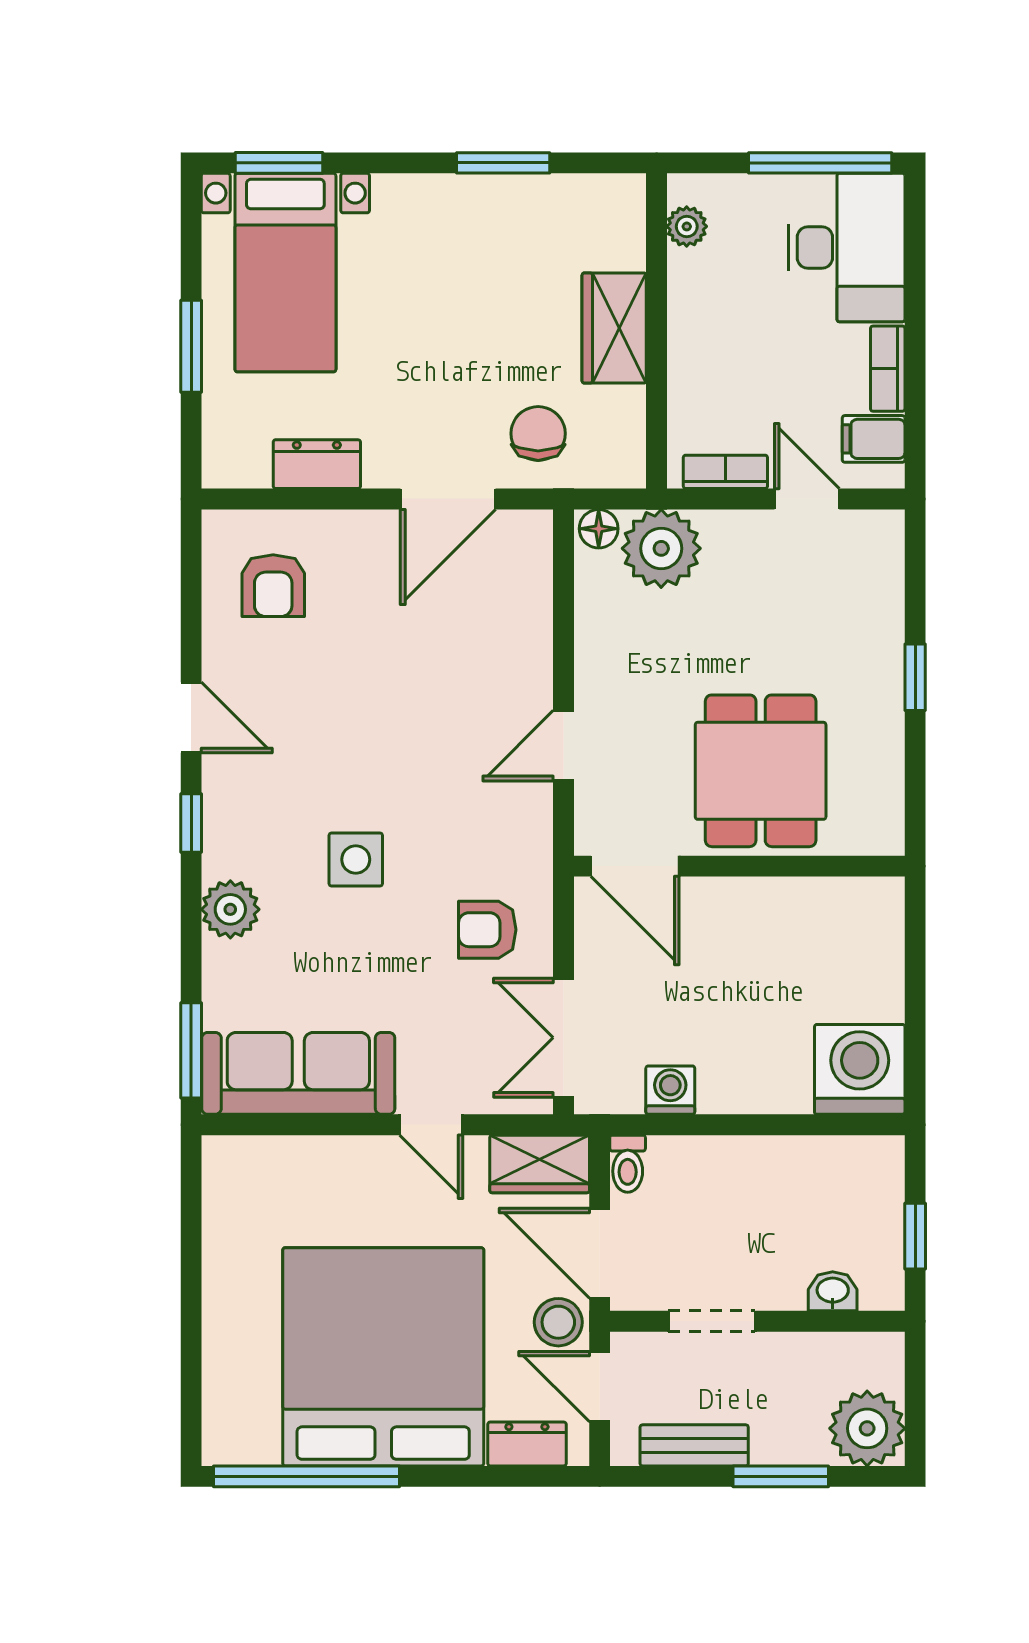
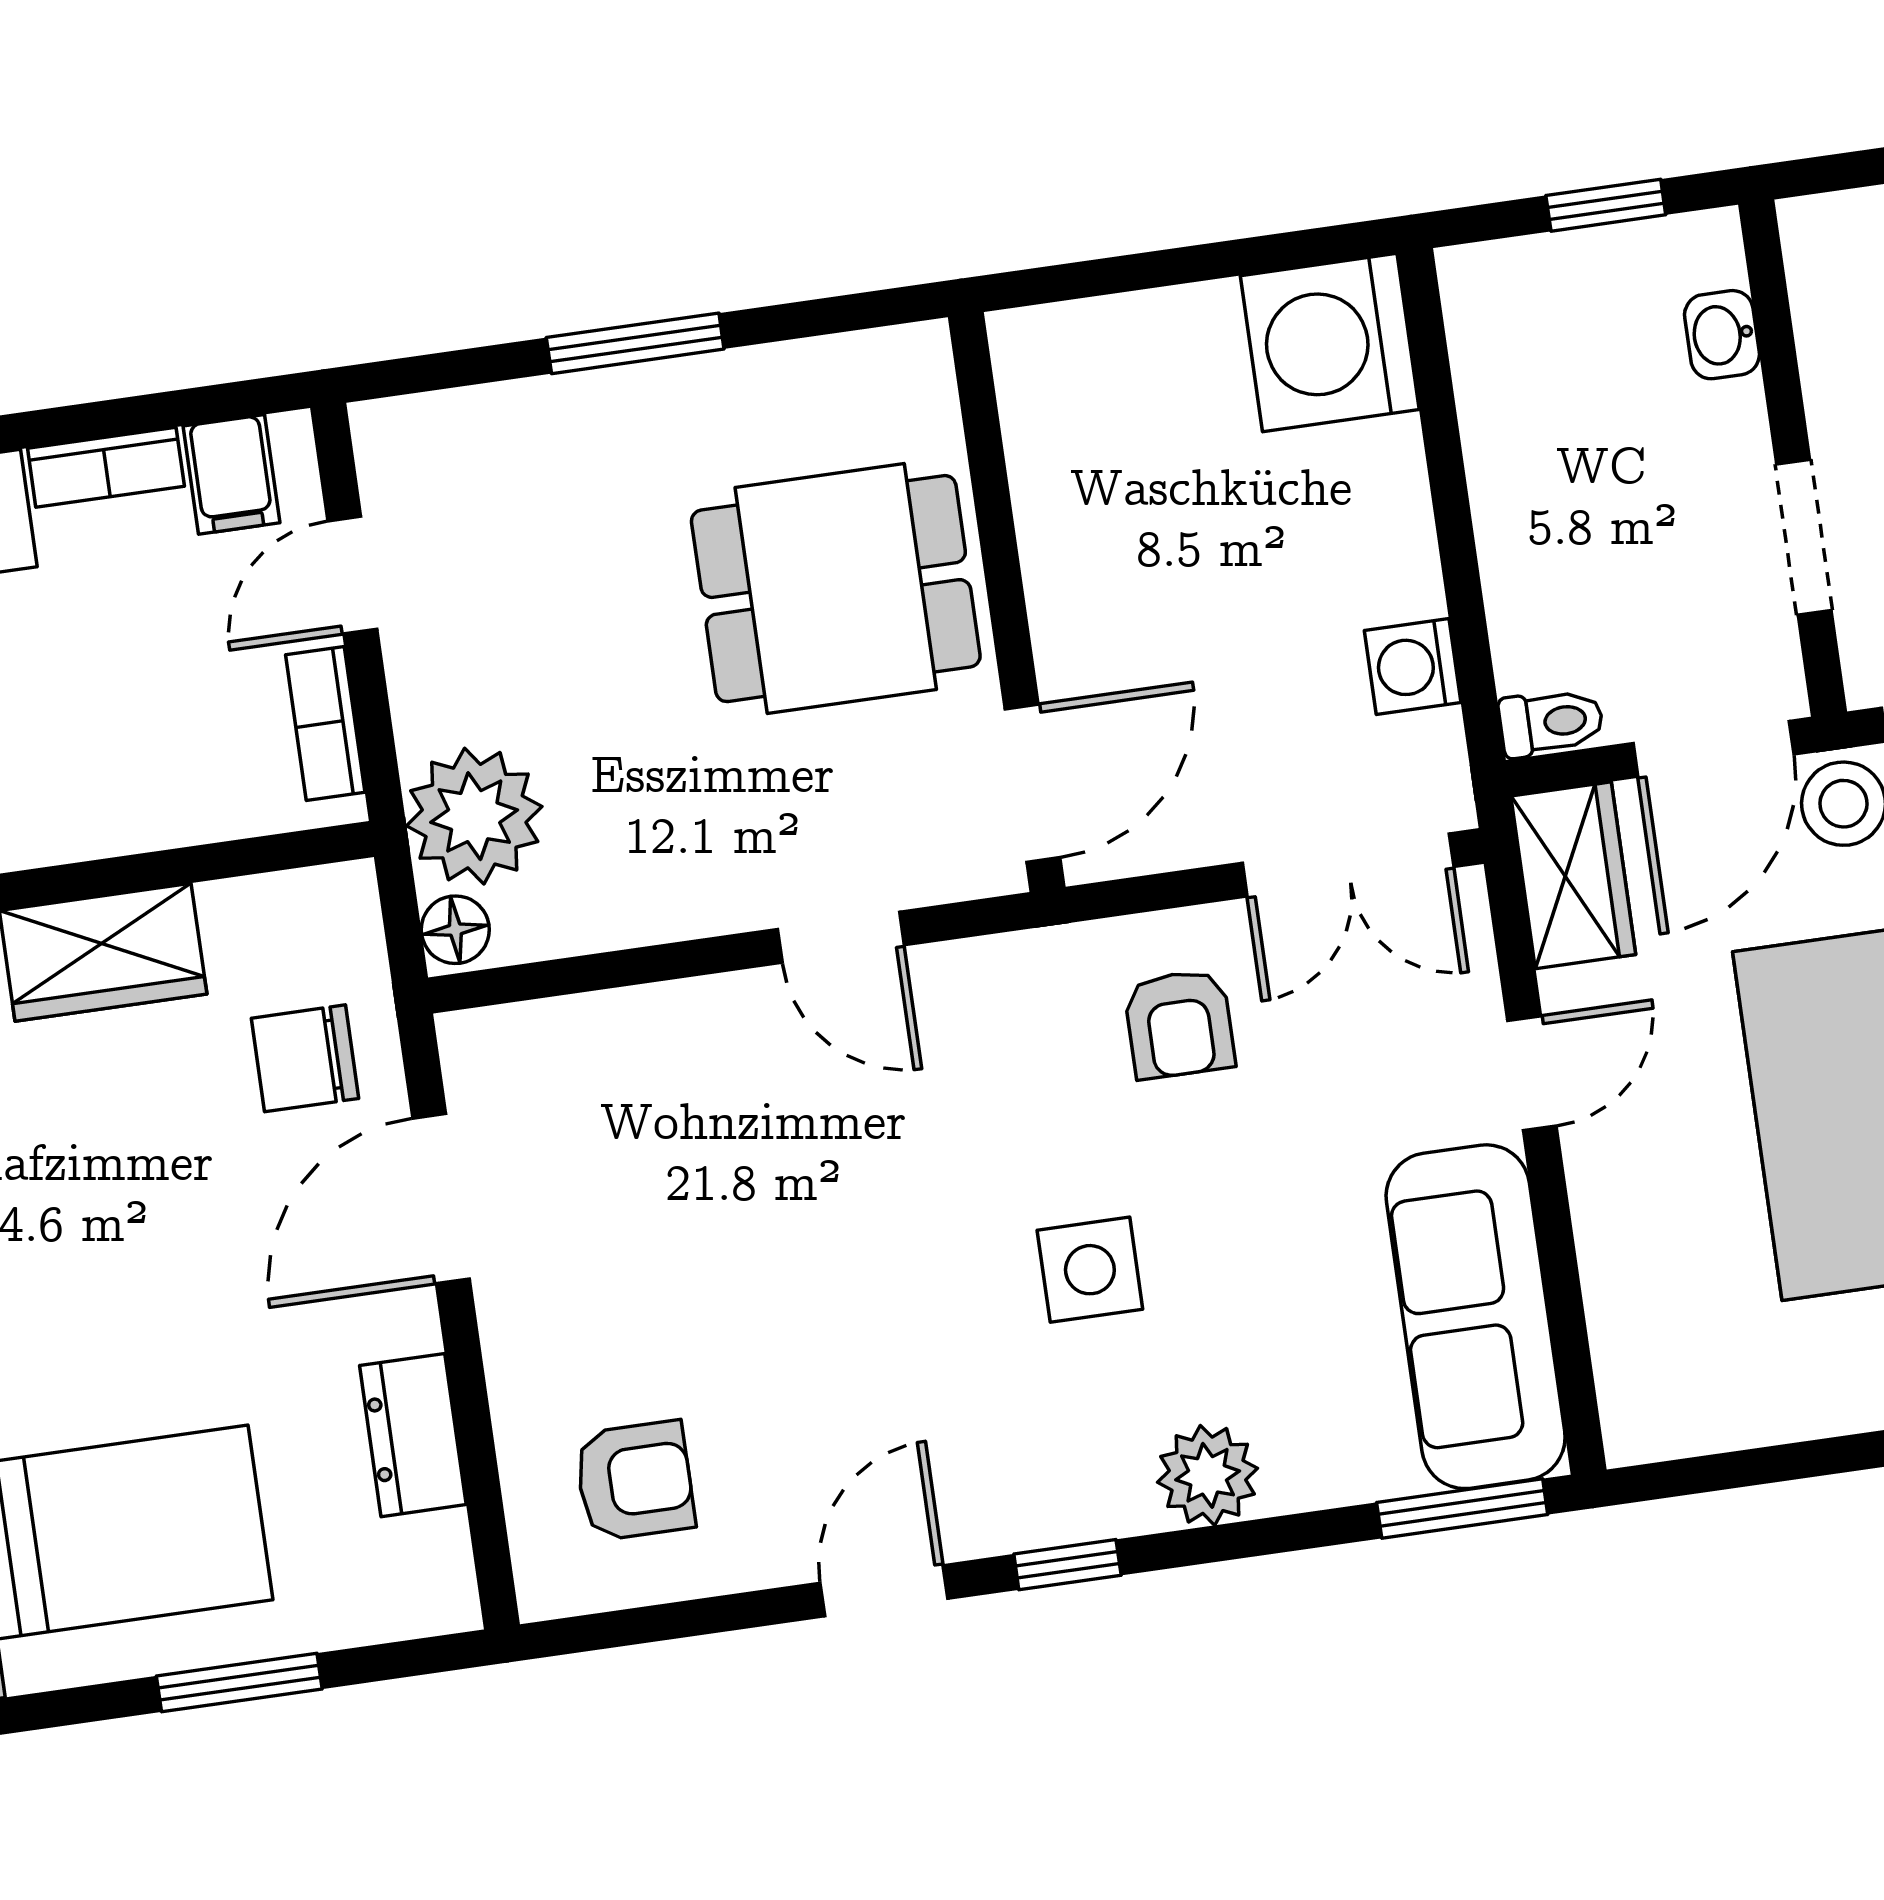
door: (448, 499) -> (441, 1199), swing flipped
window: (915, 677) -> (635, 343), width x1.50

